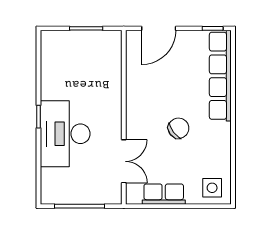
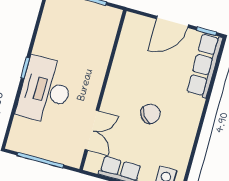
door: (159, 28) -> (172, 22), moved
row of seats: (220, 76) -> (205, 65), width x0.73

